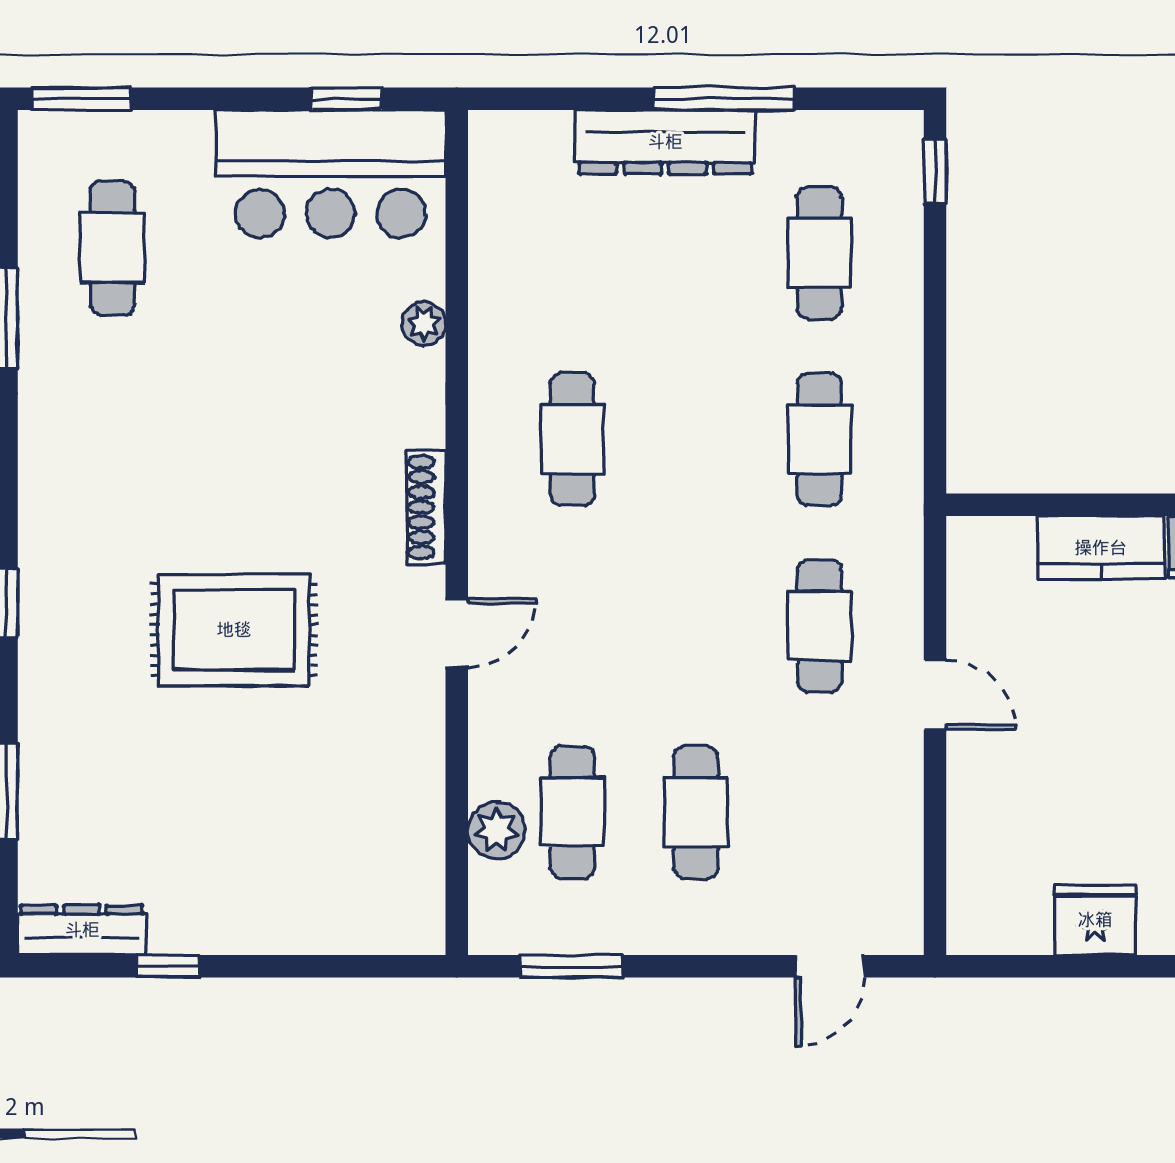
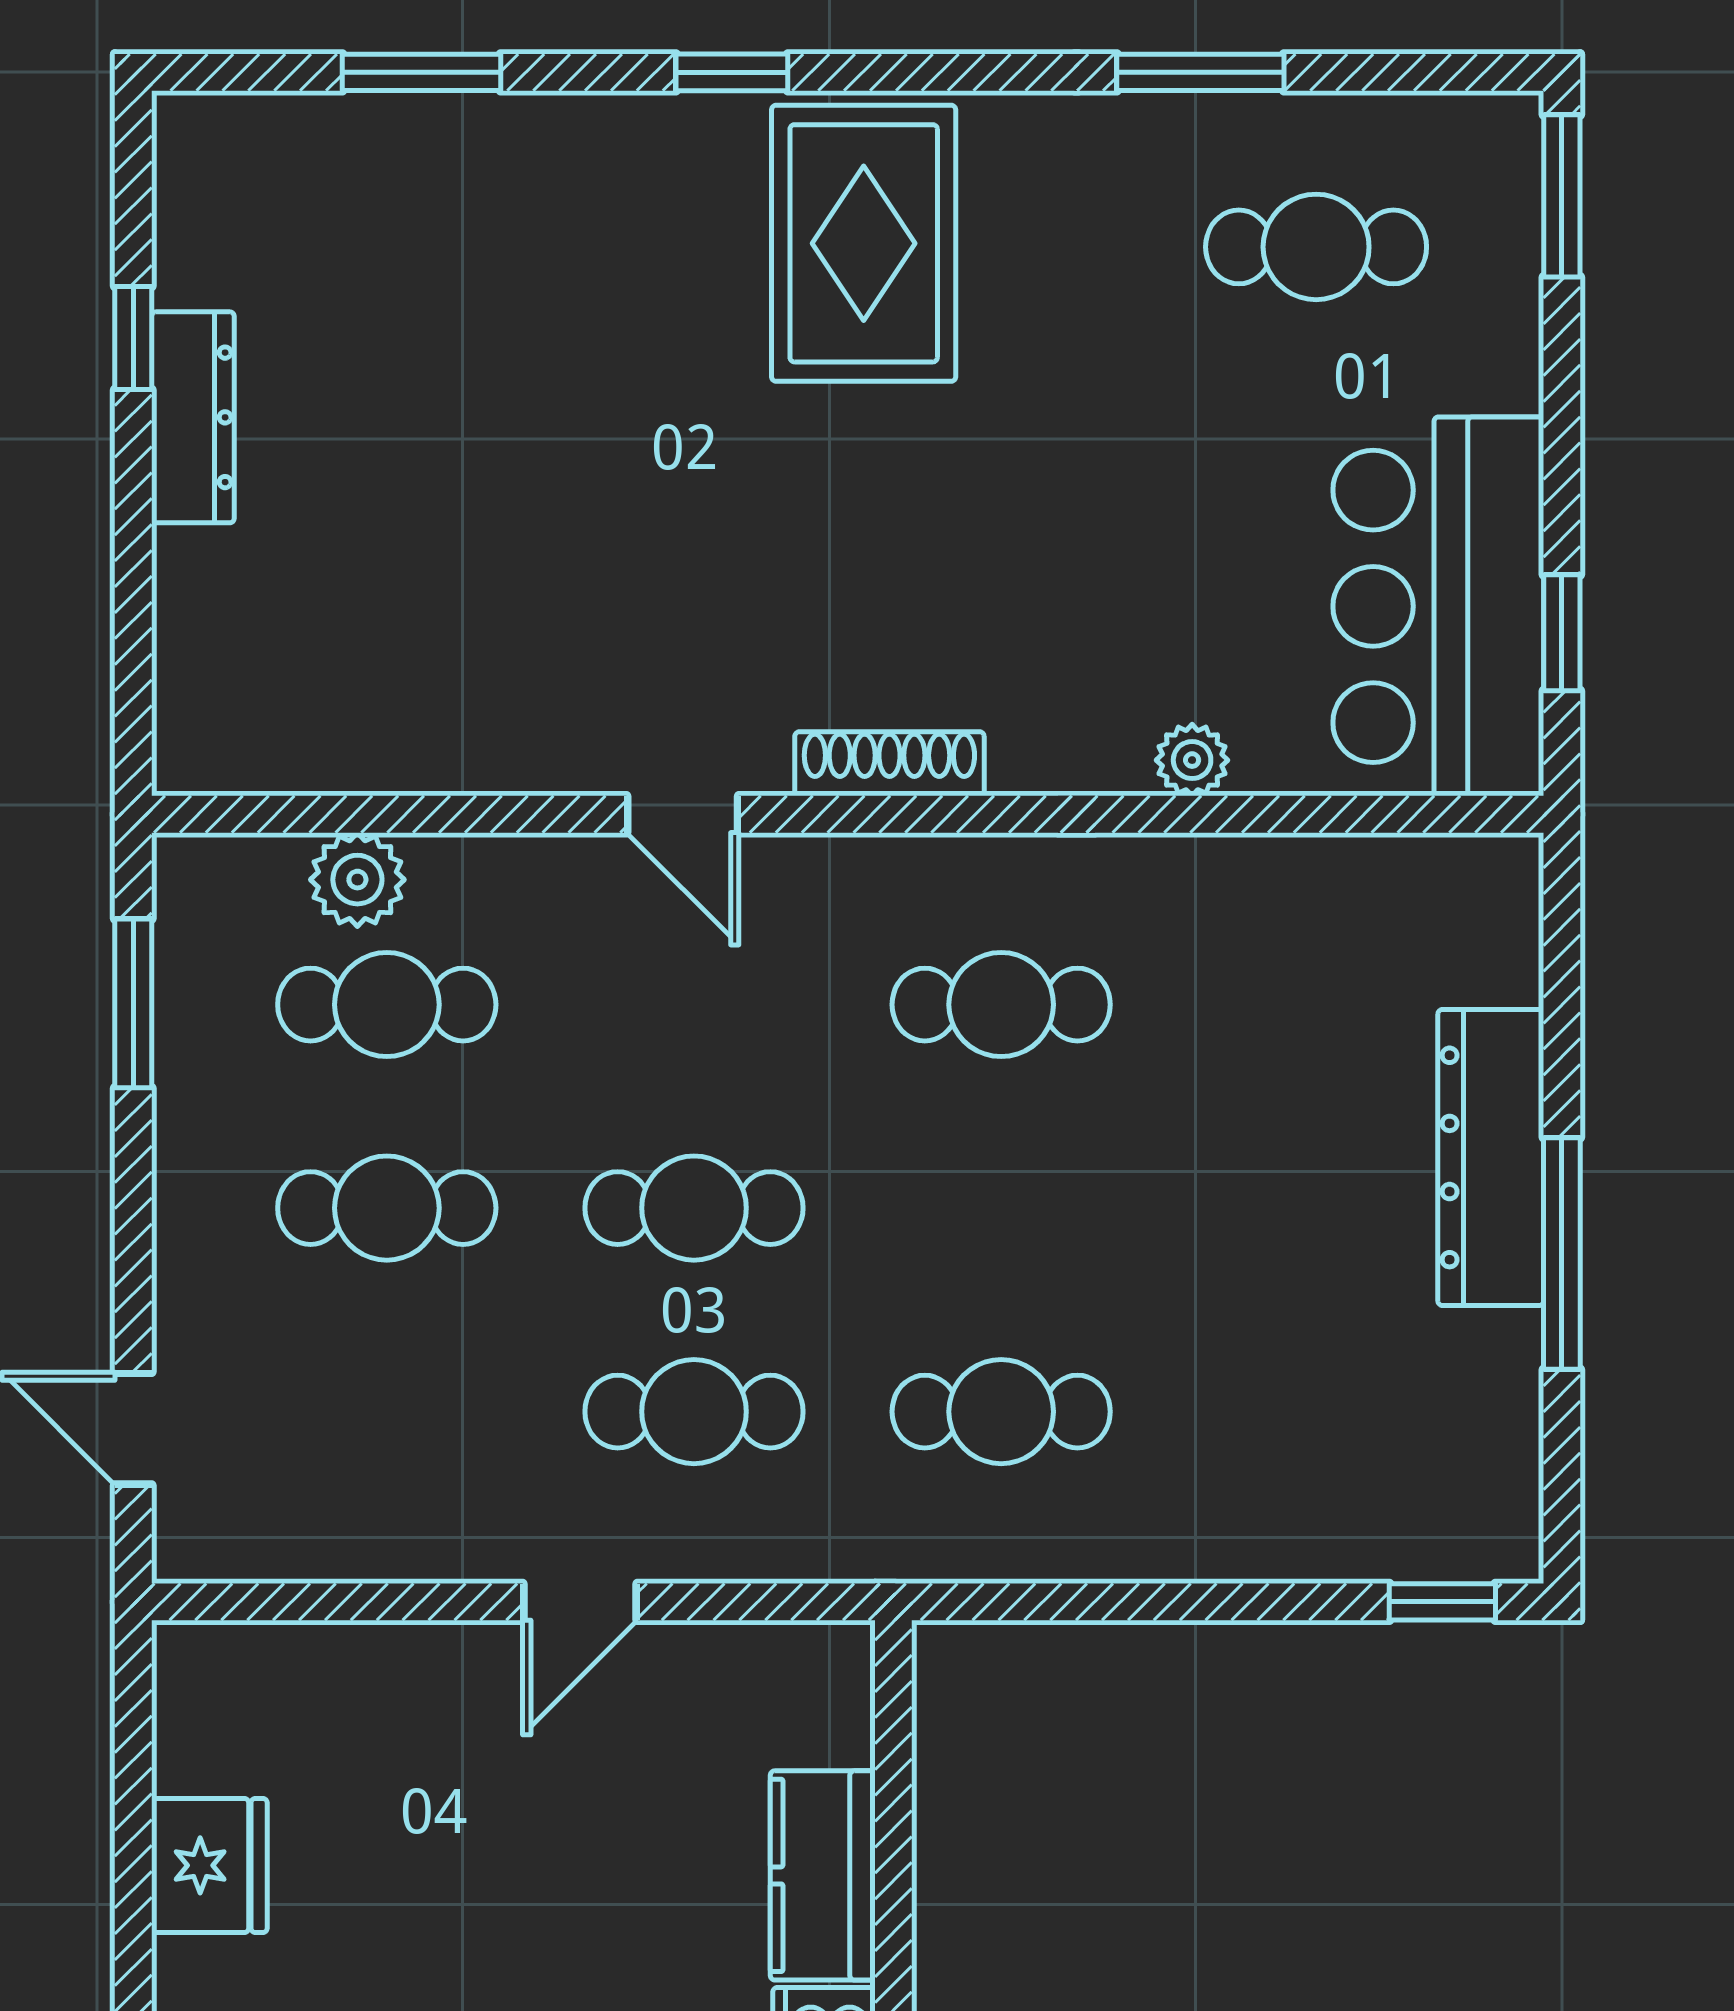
cafe table: (820, 253) -> (694, 1208), moved
rug: (234, 630) -> (864, 243), moved
dresser: (82, 930) -> (193, 417), moved

